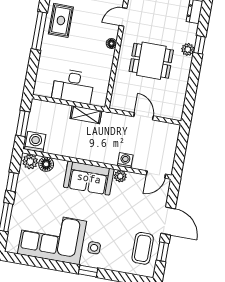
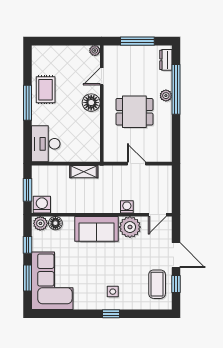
floor lamp: (111, 44) -> (91, 103), width x1.89, depth x1.89
window: (200, 45) -> (176, 89), width x3.17
desk: (73, 86) -> (46, 144), moved, turned 90
plant: (120, 176) -> (130, 227), width x1.87, depth x1.87
corner sofa: (52, 237) -> (52, 281), moved, turned 90

